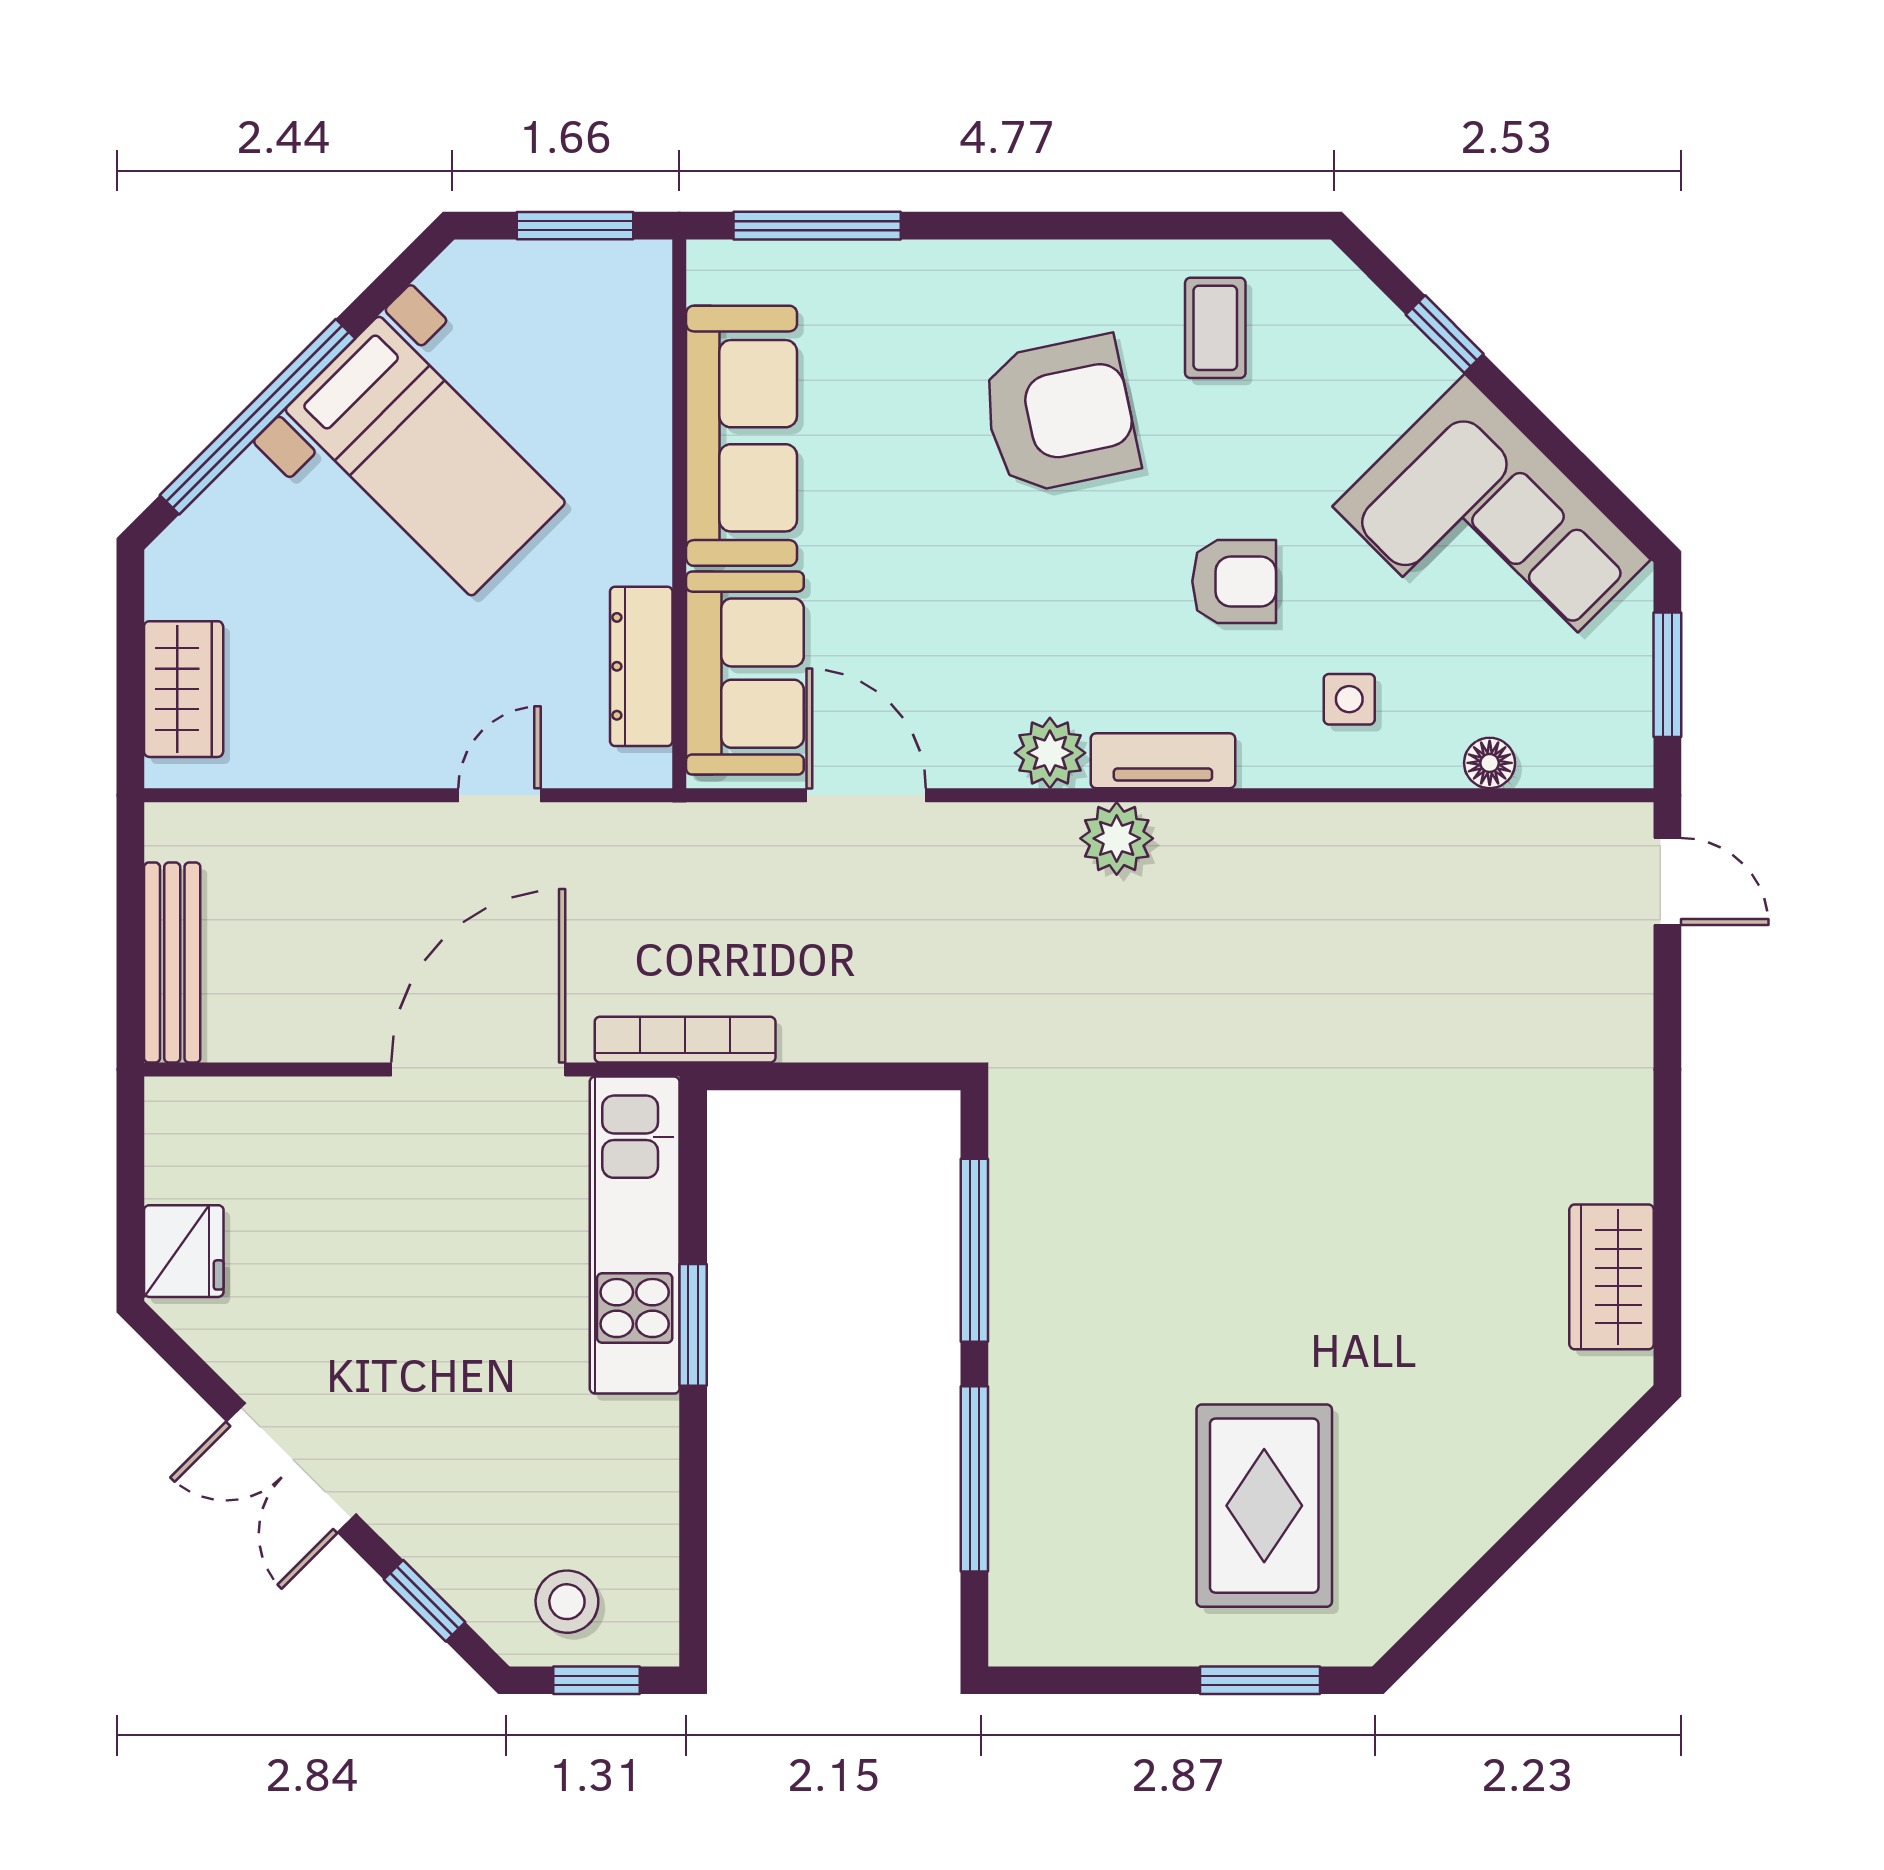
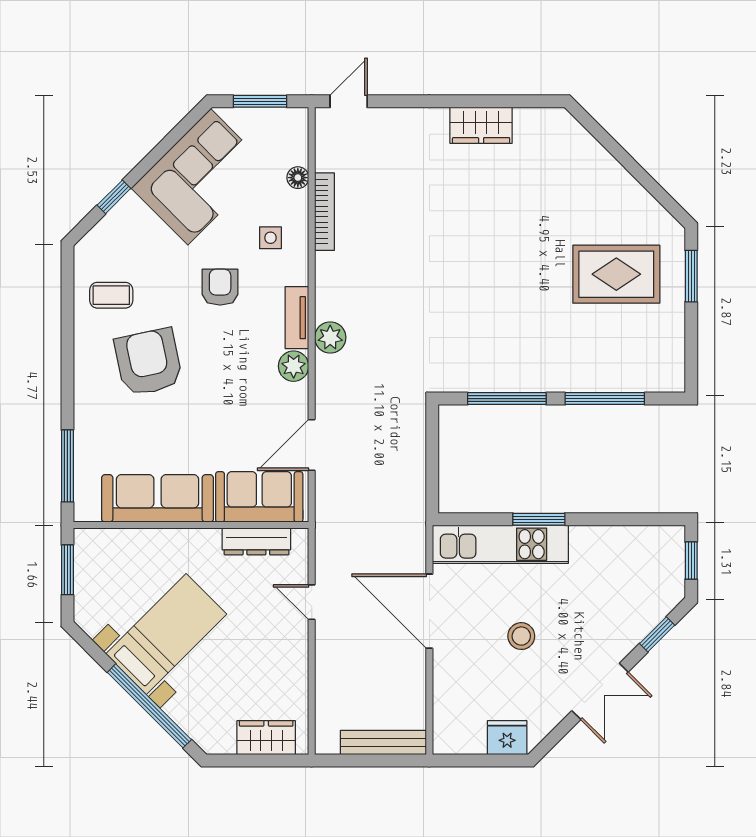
bookcase: (685, 1040) -> (324, 212), moved, turned 180
wardrobe: (1612, 1277) -> (481, 125), moved
stool: (567, 1602) -> (521, 636), moved

